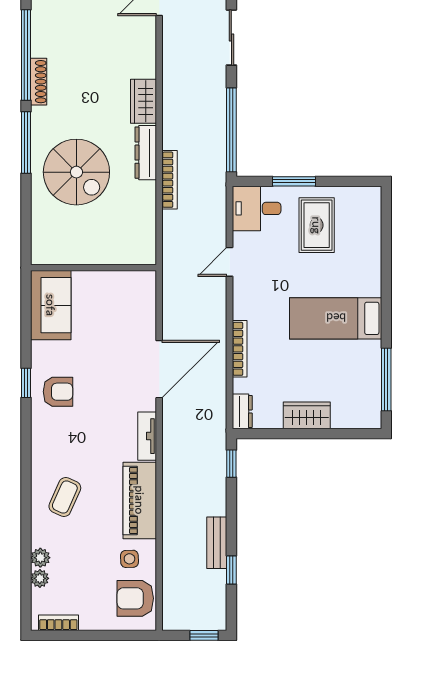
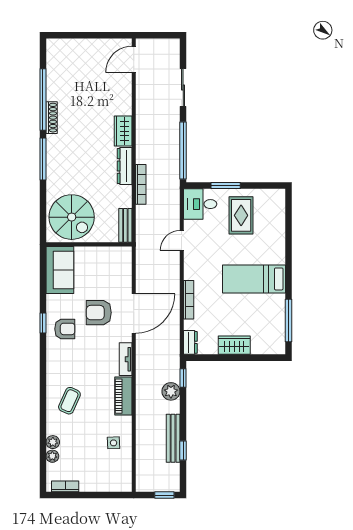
spiral stairs: (76, 172) -> (72, 217), moved
bench: (147, 240) -> (125, 225), added
plant: (214, 483) -> (171, 391), added
piano: (140, 500) -> (123, 396), width x0.73, depth x0.75
bench: (217, 543) -> (173, 438), width x1.36
armchair: (135, 598) -> (99, 313), moved

